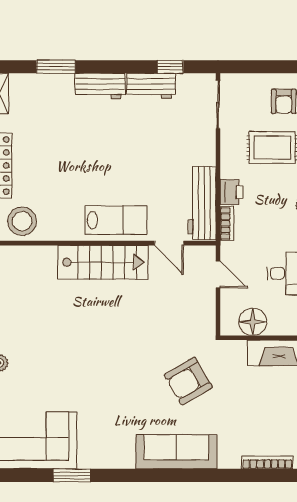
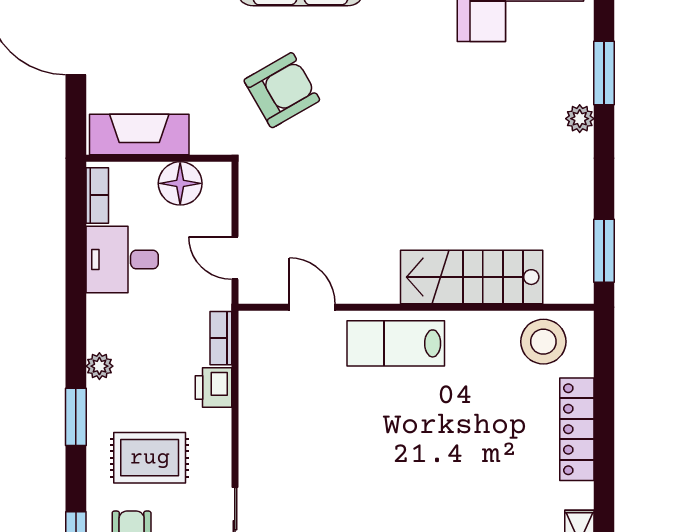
workbench: (202, 203) -> (260, 370), removed
stairs: (103, 262) -> (472, 277), moved

